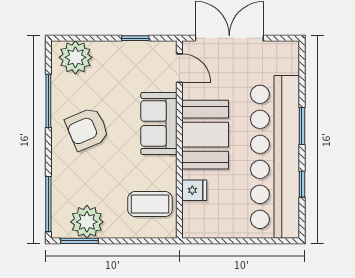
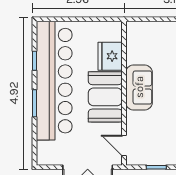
sofa: (159, 123) -> (139, 87), moved
fridge: (194, 190) -> (110, 56), width x1.88, depth x1.34
coffee table: (150, 204) -> (145, 46), removed

